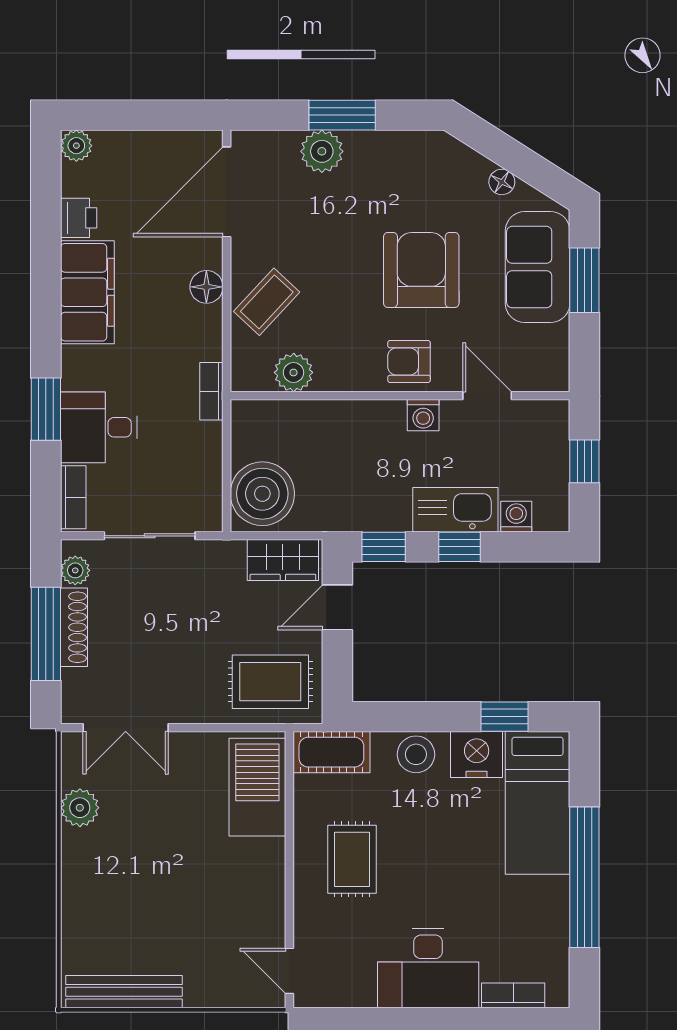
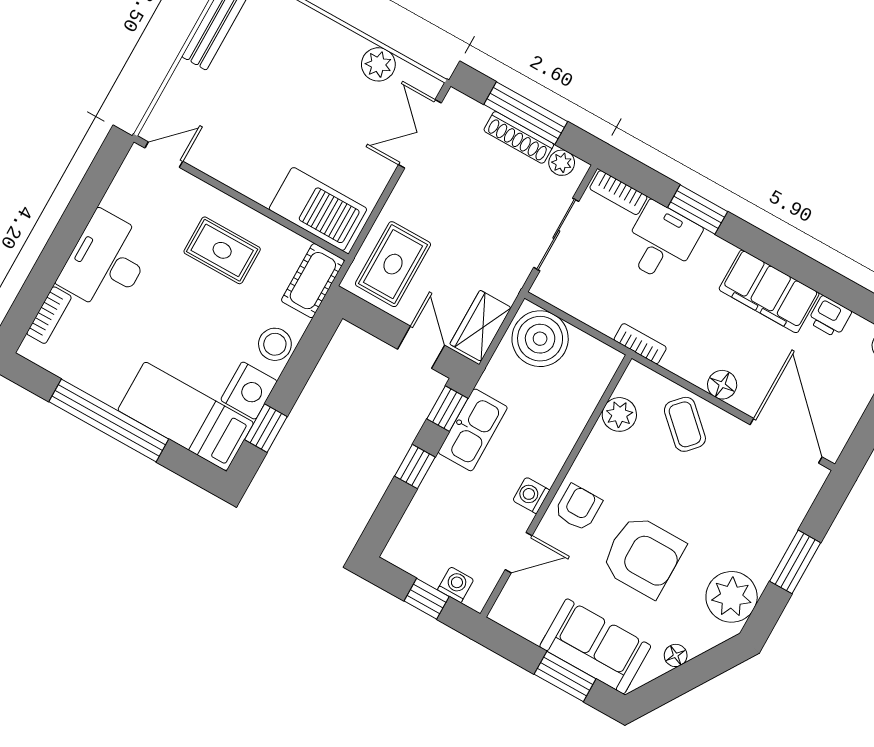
plant: (322, 151) -> (732, 597), moved, width x1.36, depth x1.36
kitchen sink: (455, 510) -> (473, 430), moved
washing machine: (516, 517) -> (456, 585), moved, turned -90

